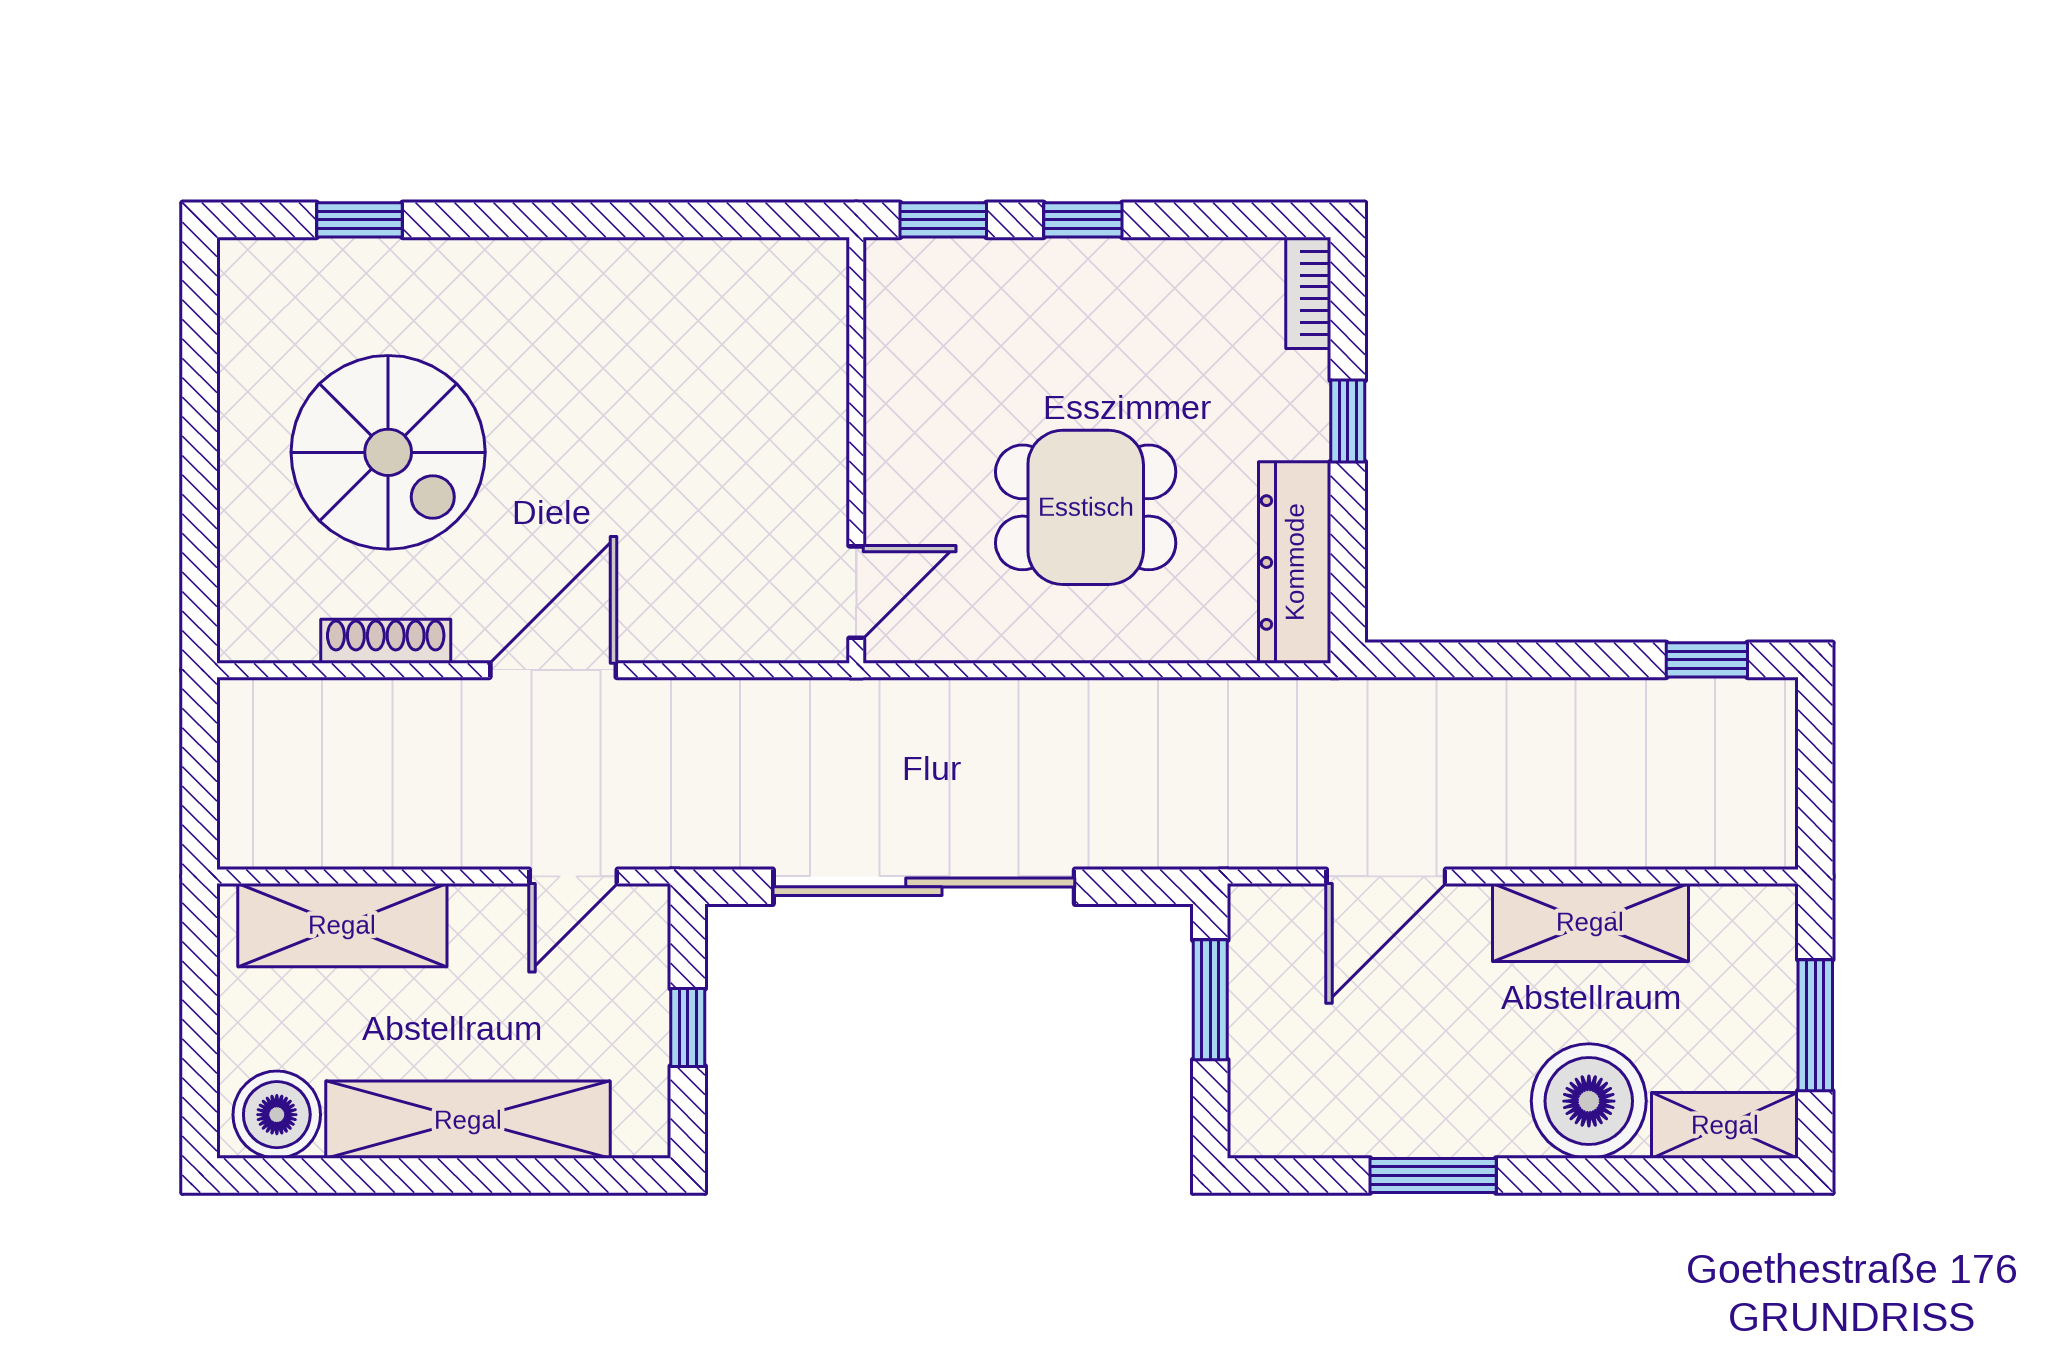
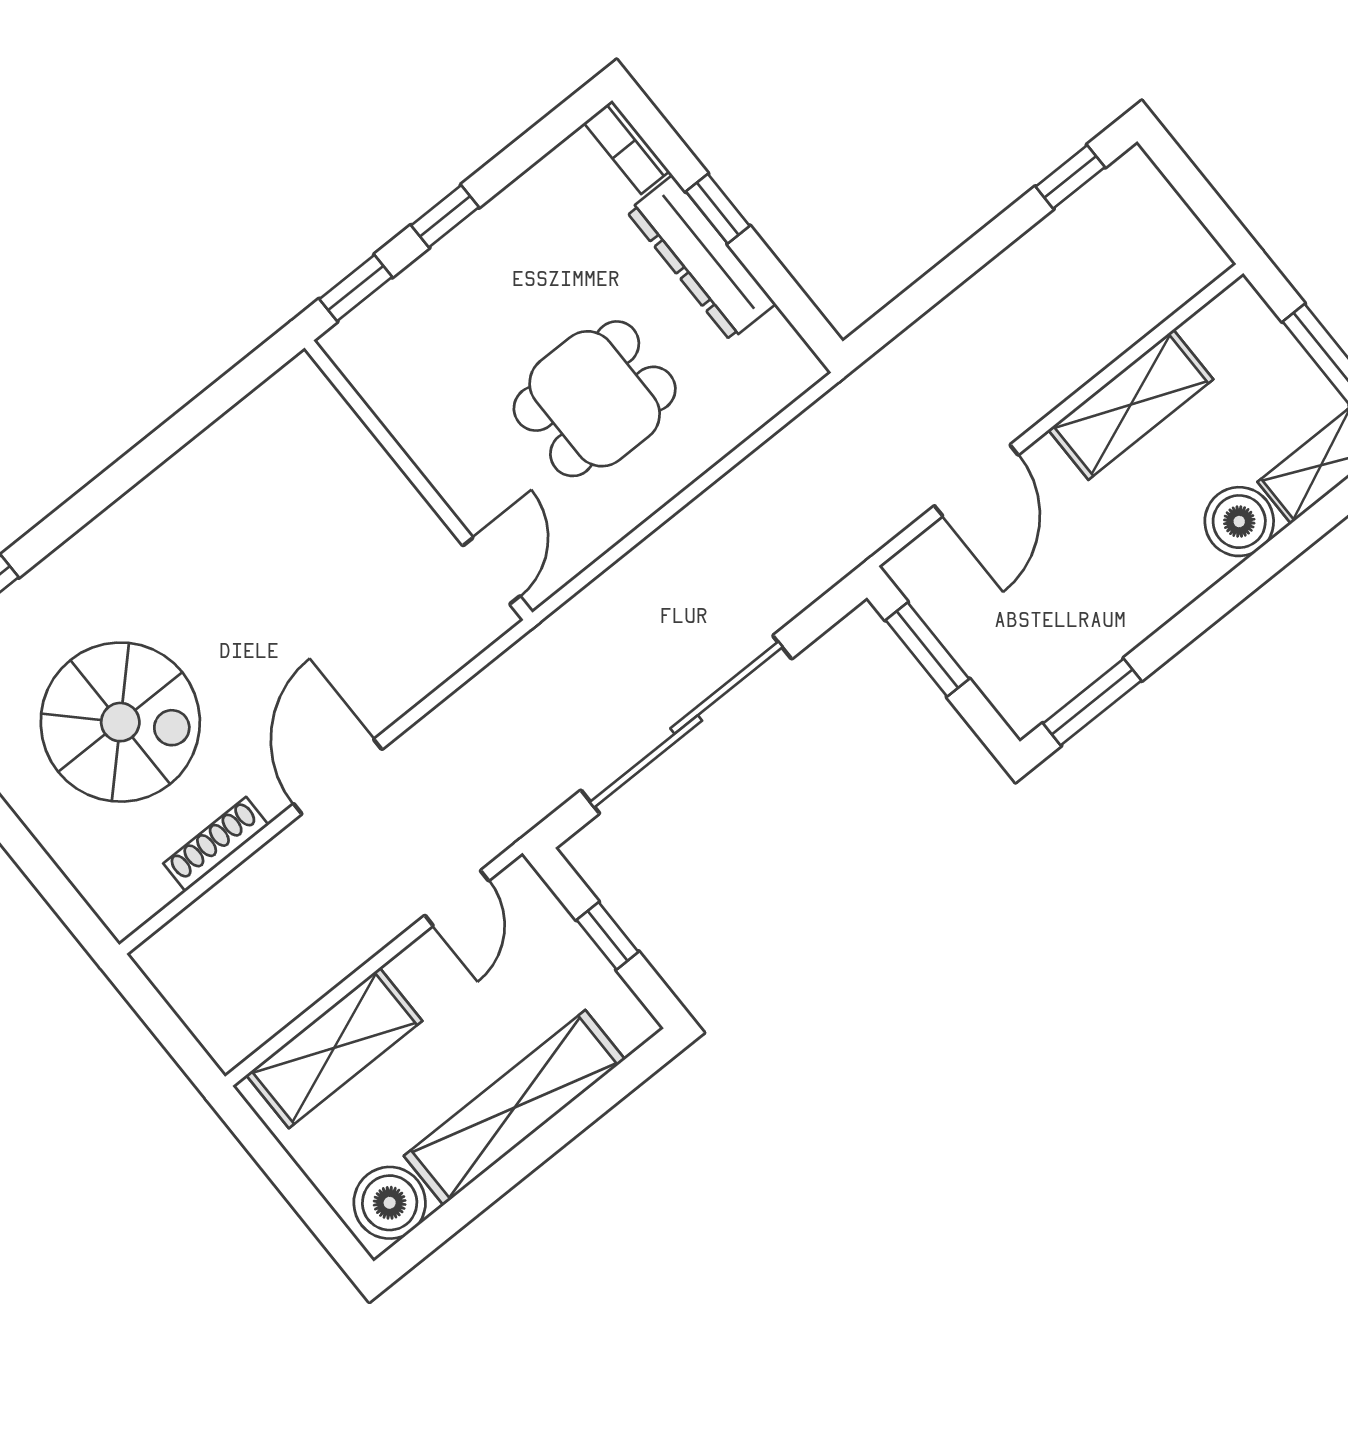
dresser: (1295, 562) -> (701, 258), moved
boiler: (1589, 1101) -> (1239, 522), width x0.73, depth x0.73
window: (1433, 1176) -> (1092, 702), moved

